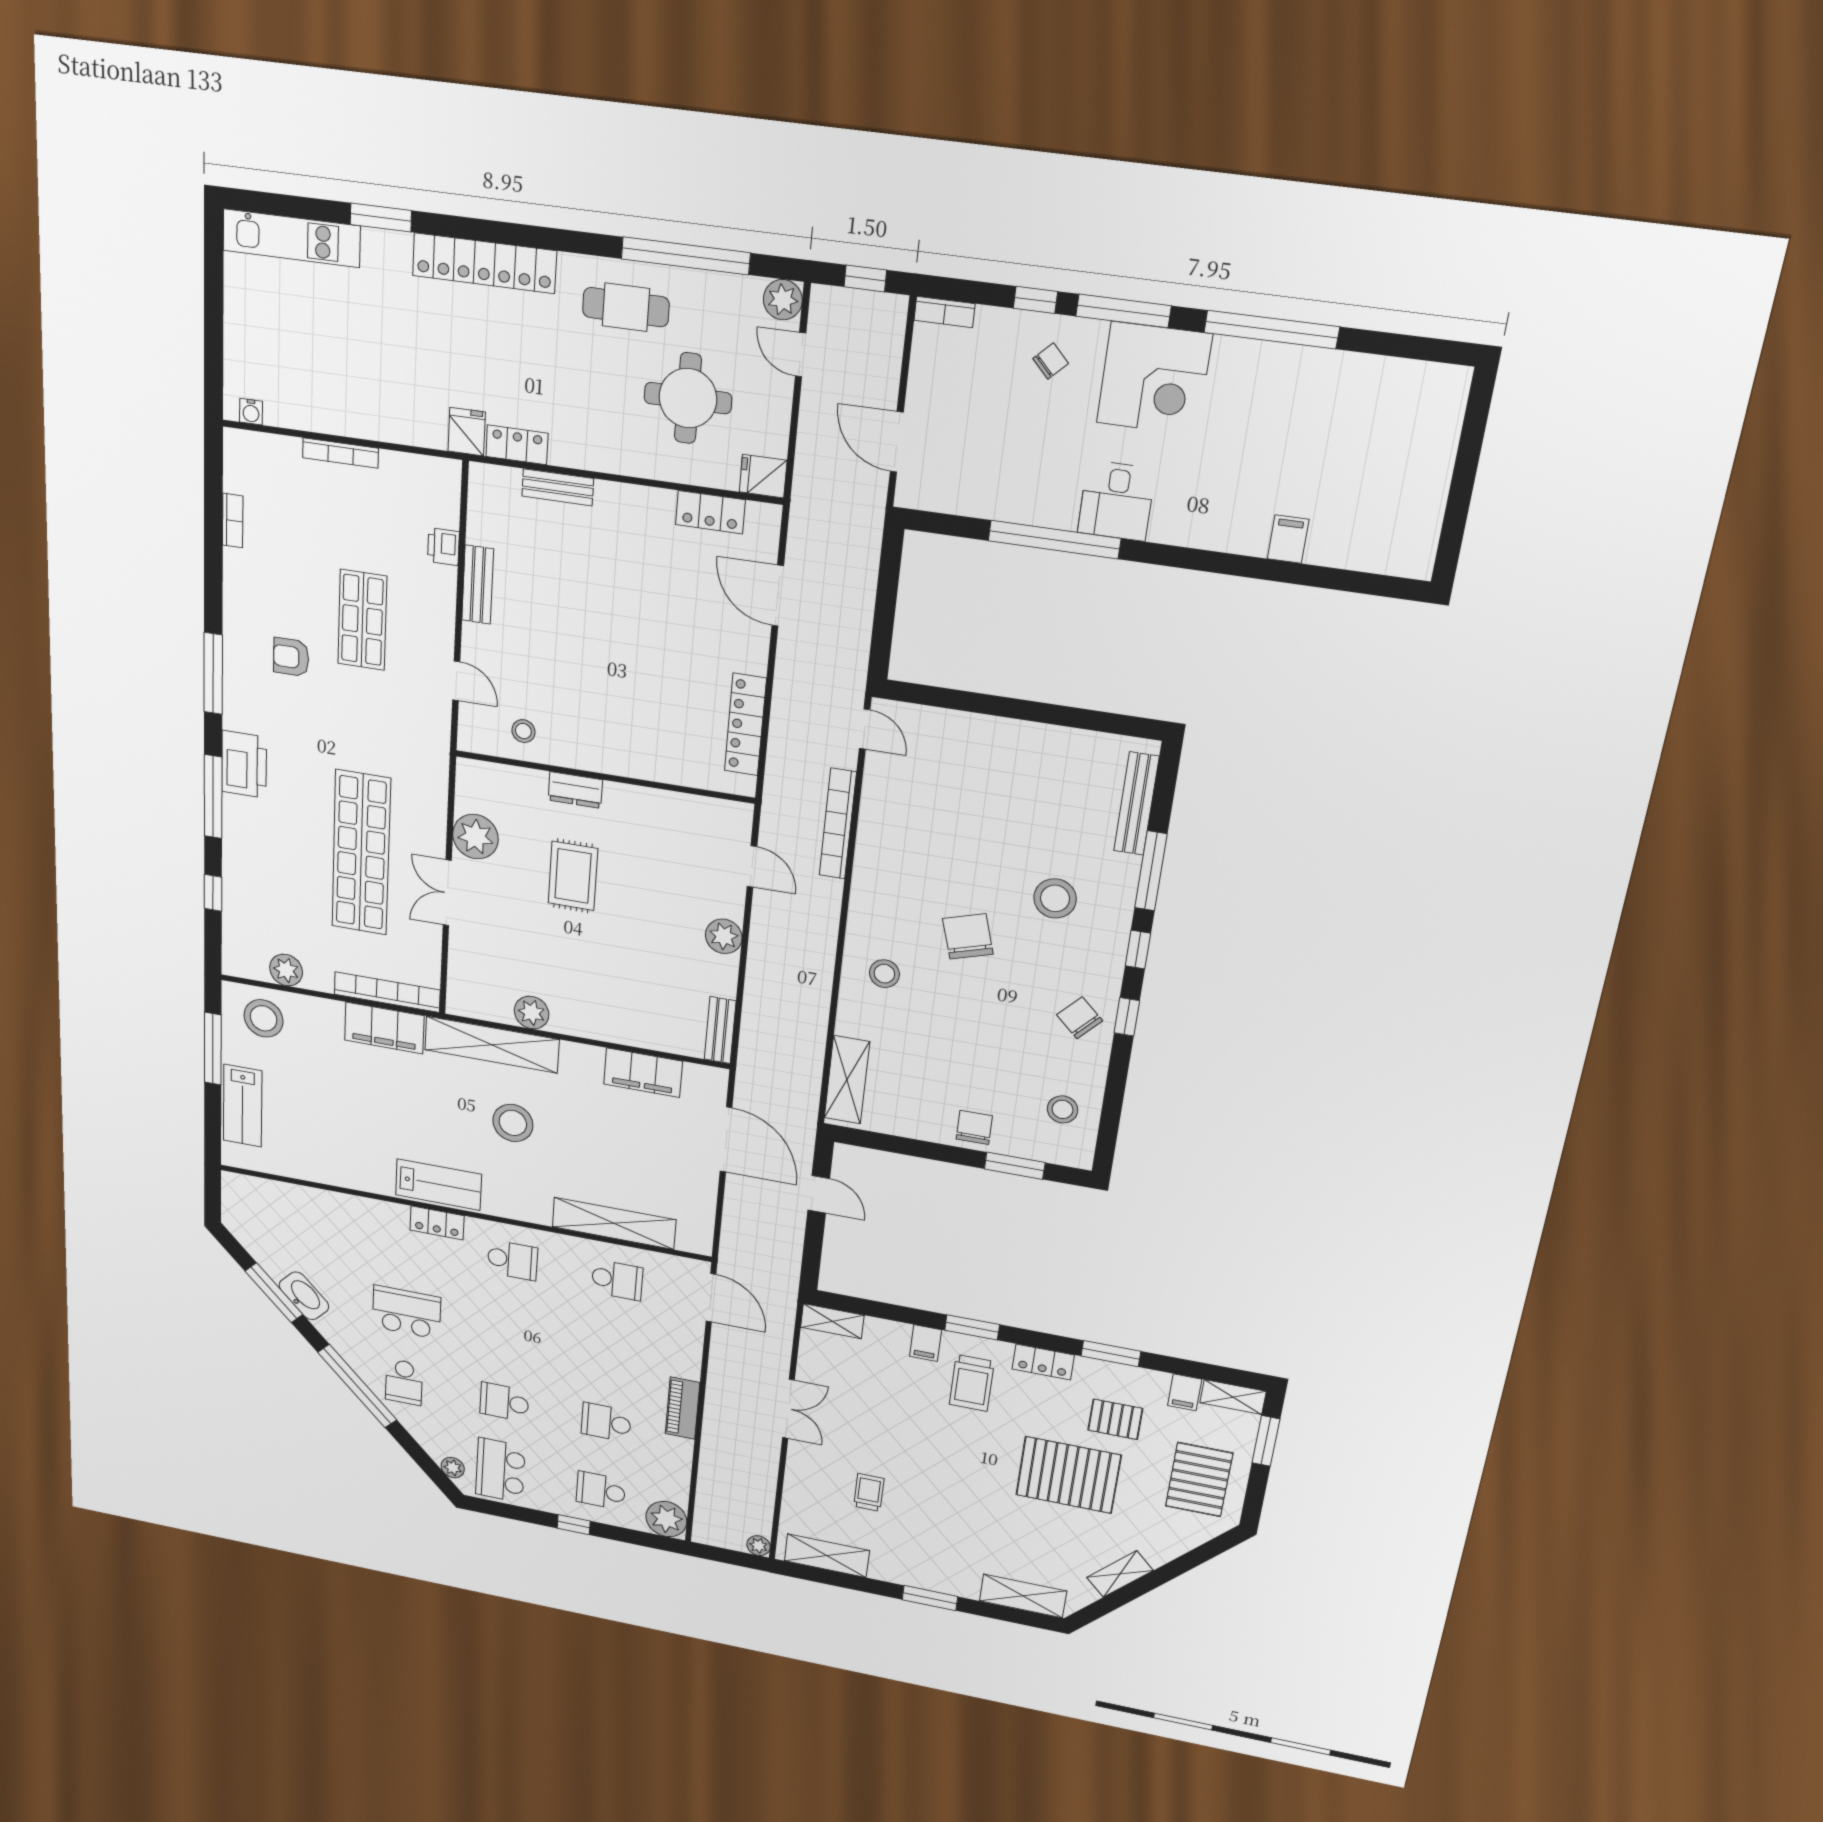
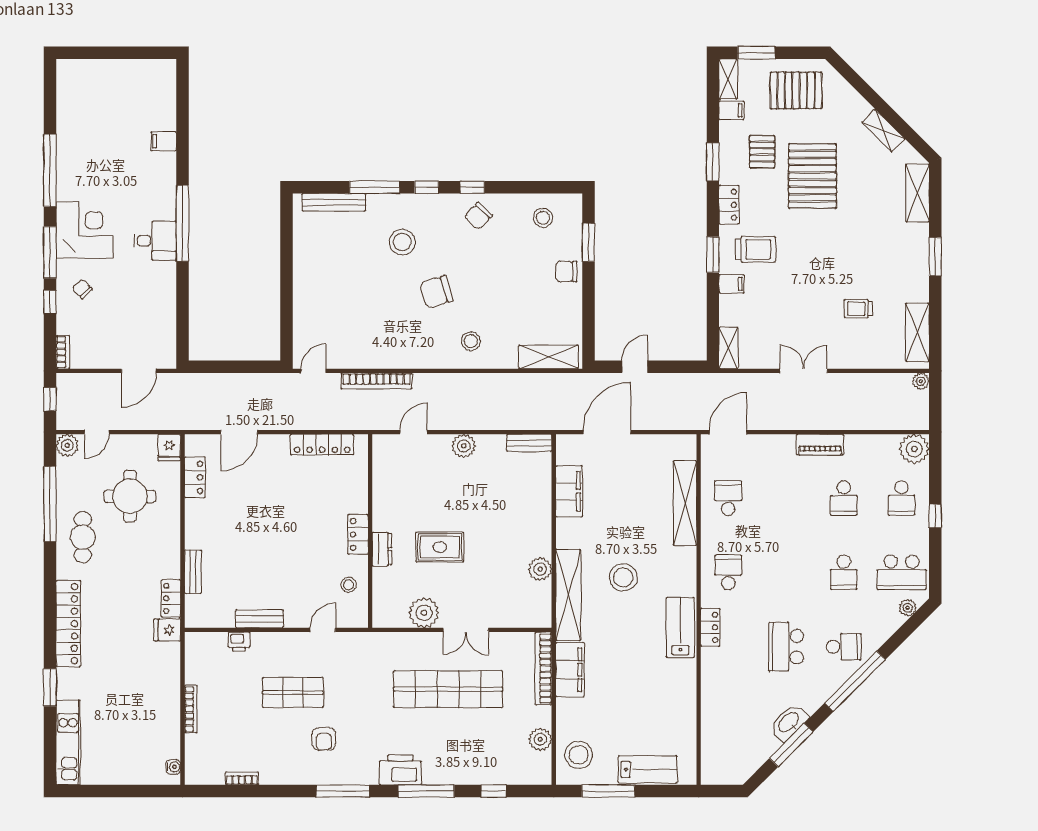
window: (1054, 540) -> (183, 223), moved
locker: (600, 758) -> (358, 534), added

